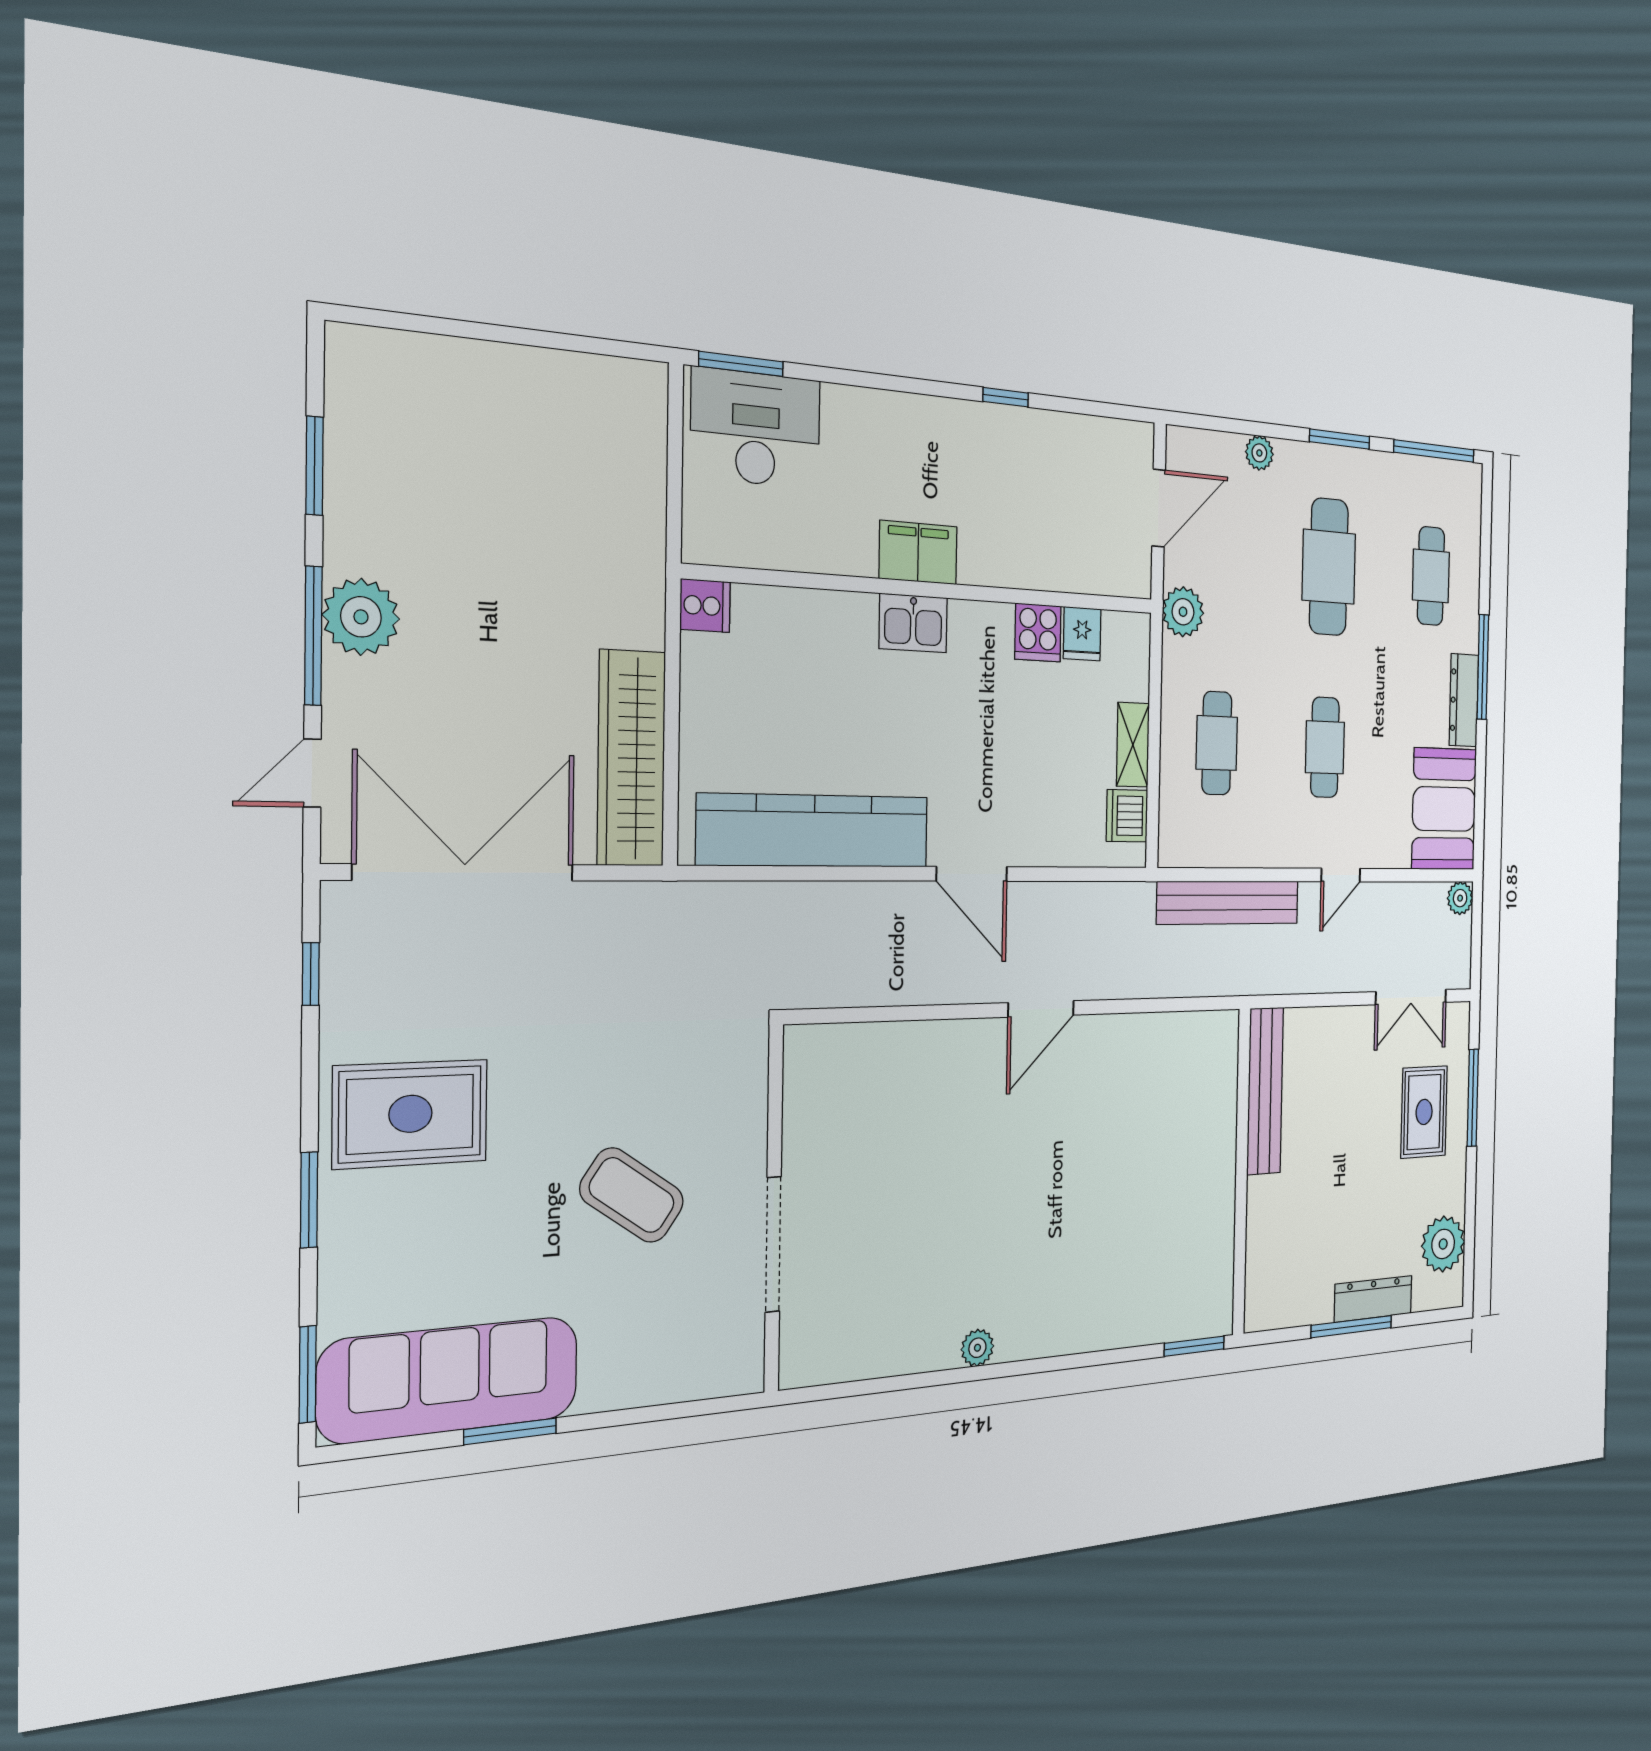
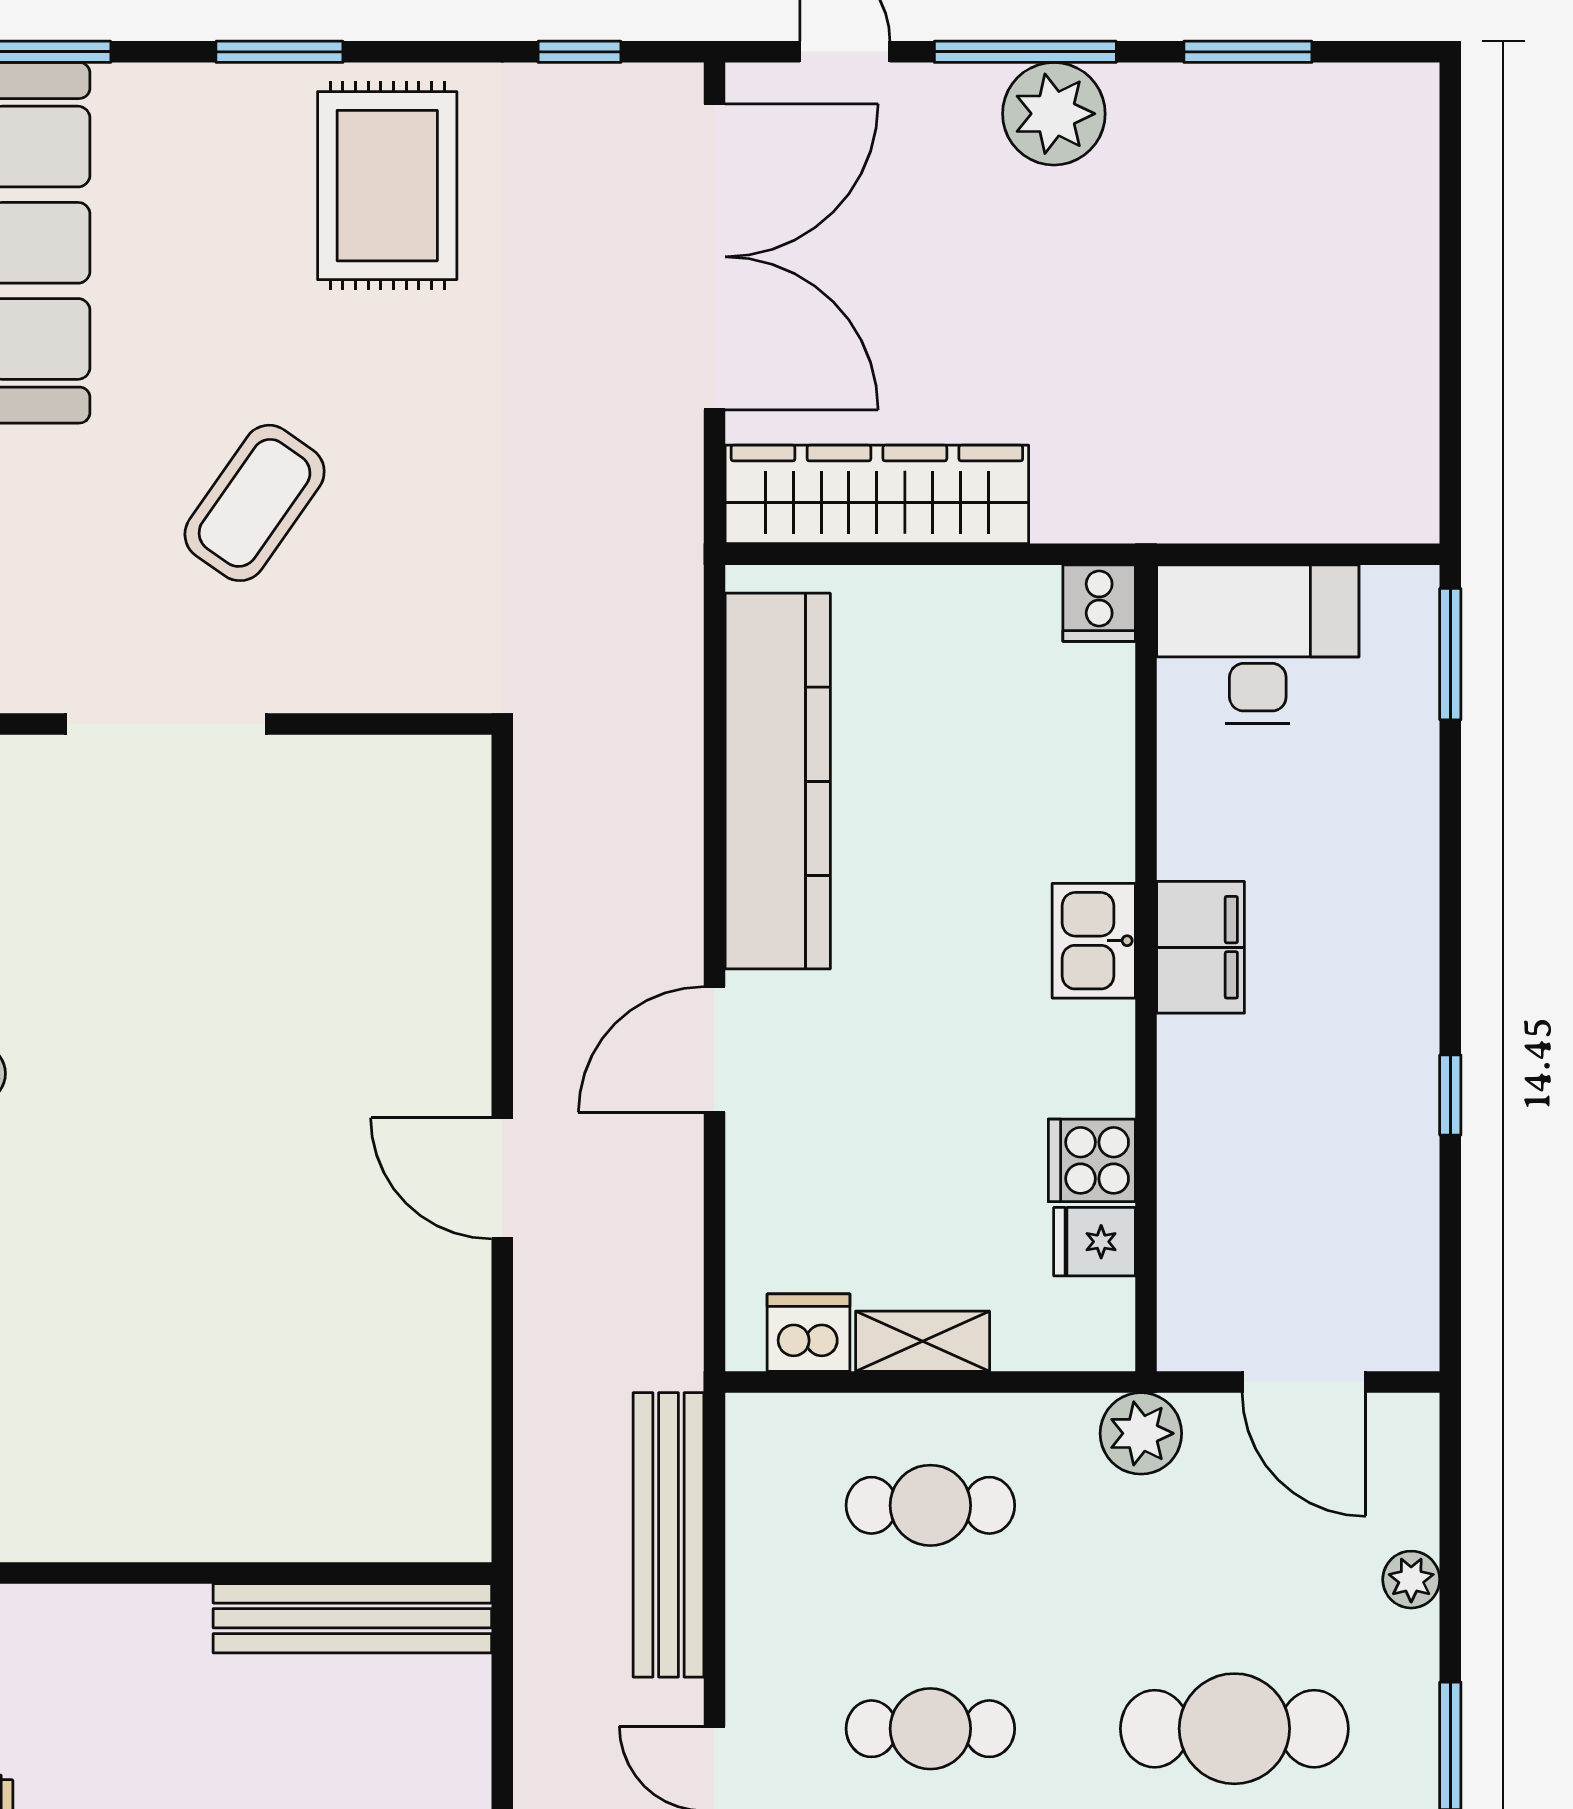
desk: (756, 428) -> (1258, 644), moved, turned -90

